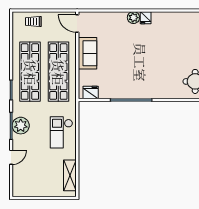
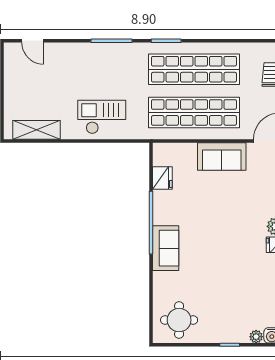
sofa: (148, 90) -> (166, 248), added
fridge: (91, 92) -> (162, 178), moved
plant: (21, 126) -> (112, 55), removed
door: (11, 157) -> (33, 41), moved

